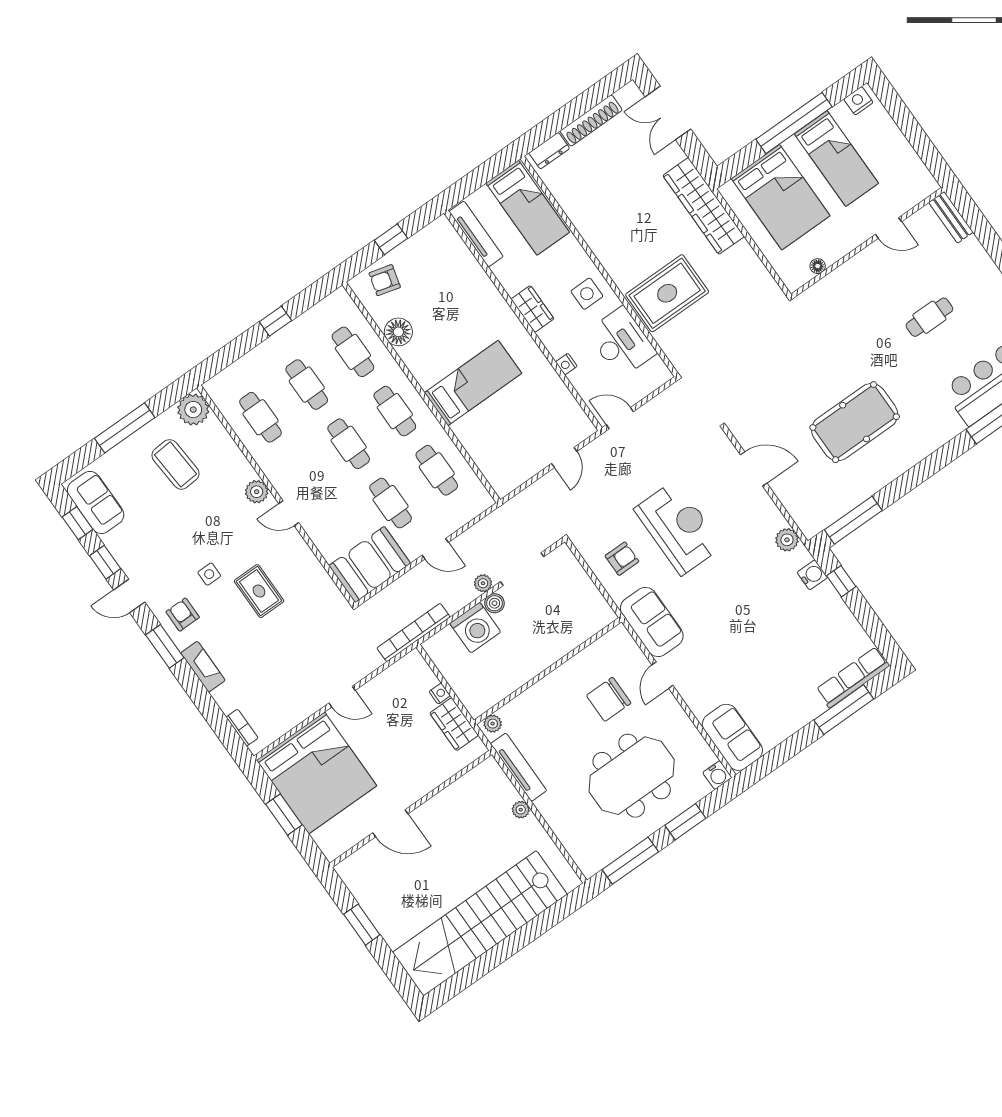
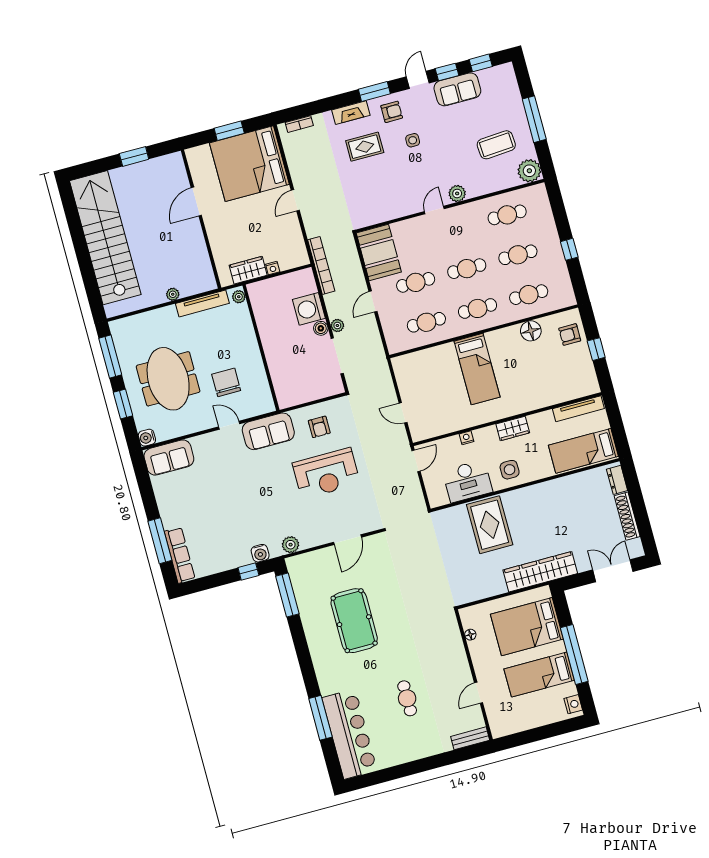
armchair: (385, 280) -> (570, 335), turned -105
sofa: (96, 502) -> (457, 89), moved
rug: (259, 591) -> (365, 147), moved

